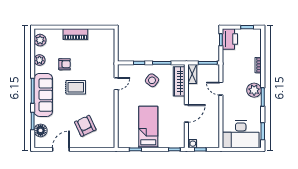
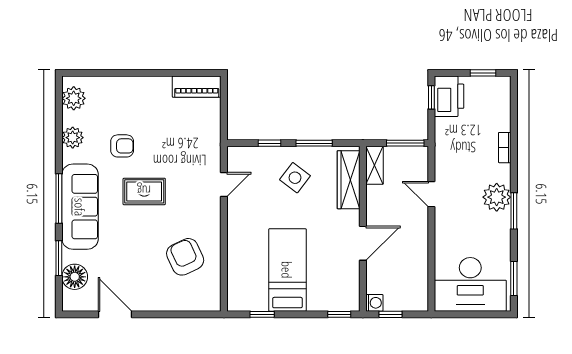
piano: (75, 34) -> (197, 87), moved
armchair: (85, 126) -> (185, 257), moved
door: (61, 149) -> (115, 314), hinge flipped

